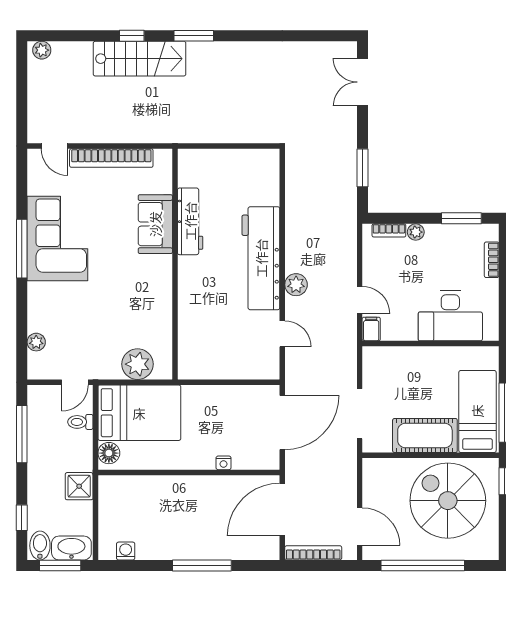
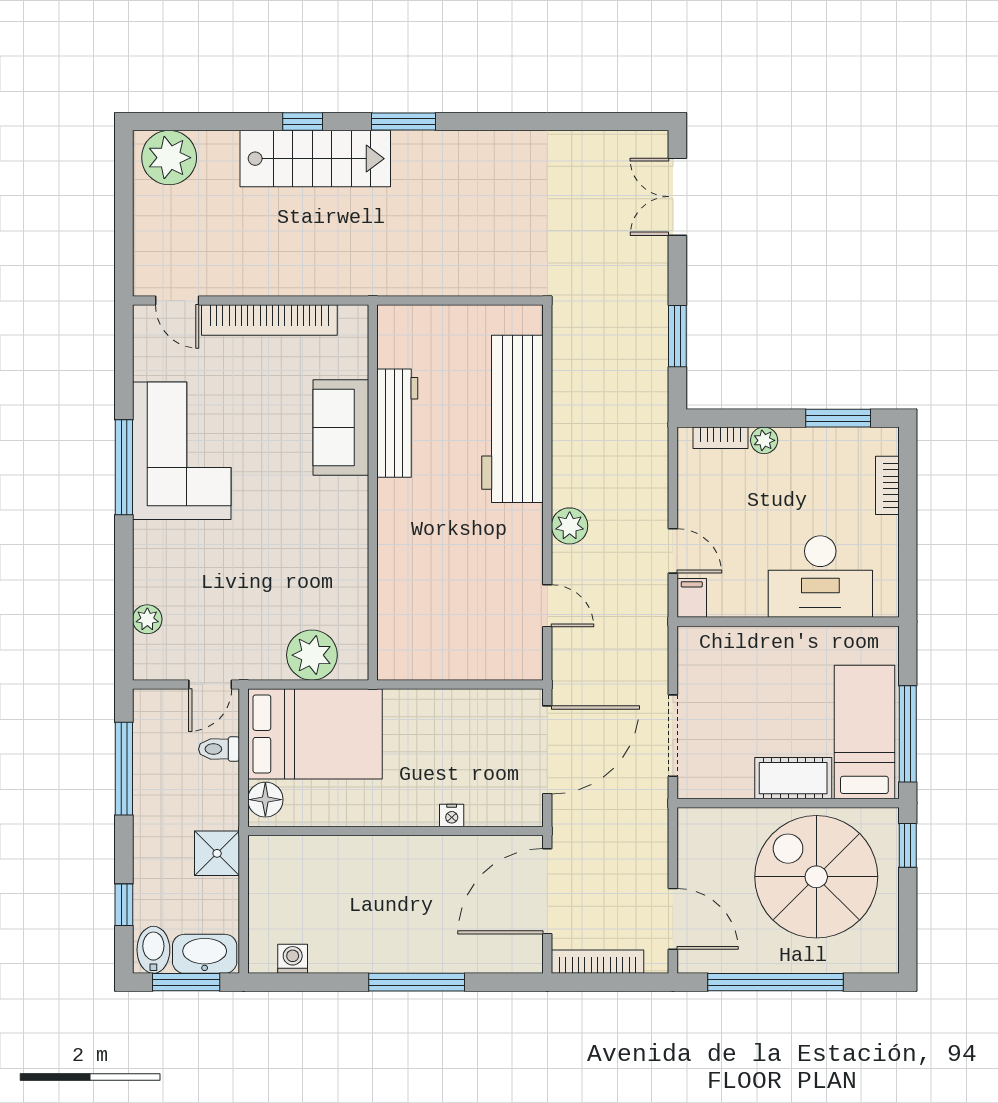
plant: (42, 50) -> (169, 158), width x1.87, depth x1.87
workbench: (261, 258) -> (513, 419), moved
cot: (425, 435) -> (793, 778), width x0.73, depth x0.75

